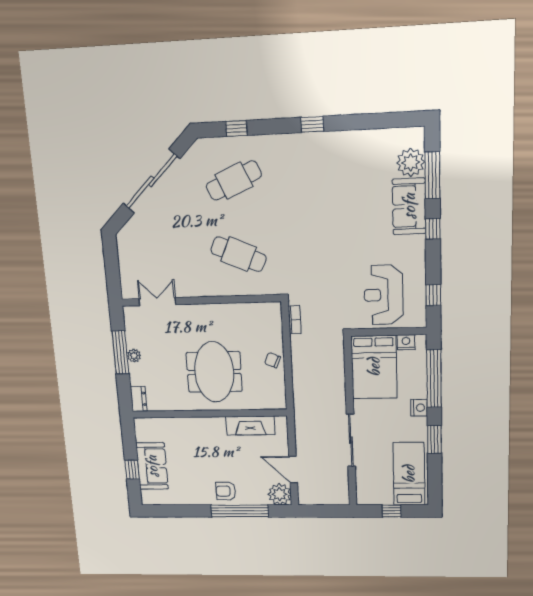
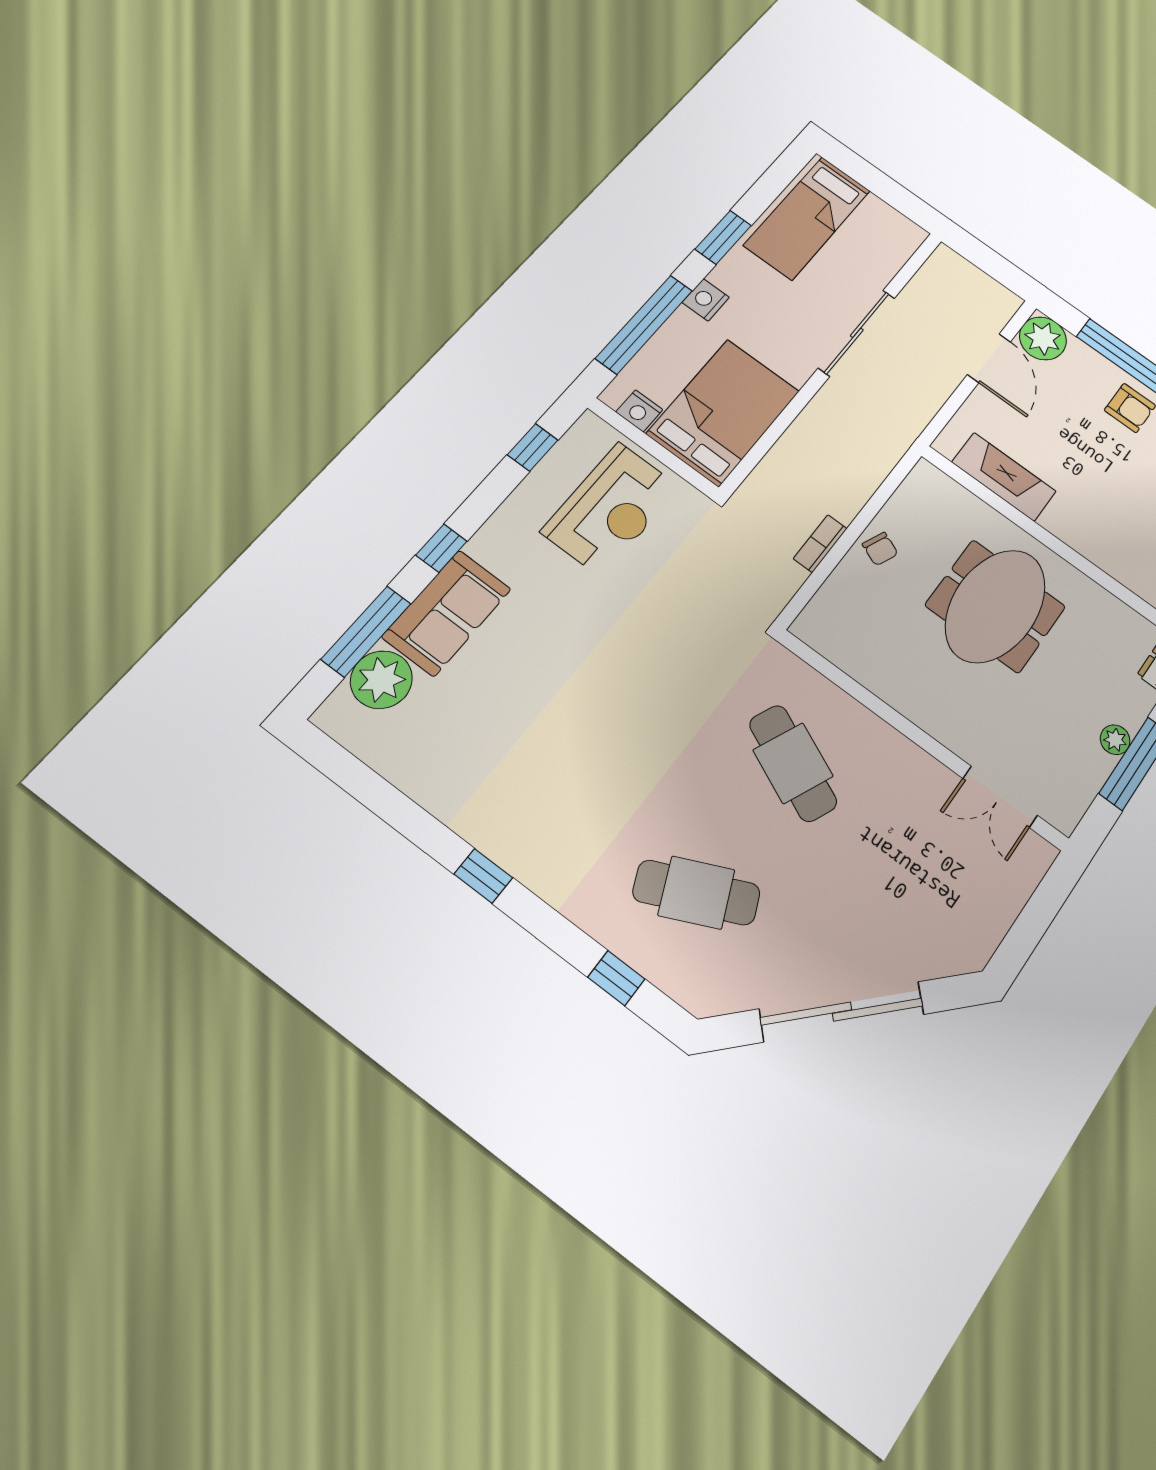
bookcase: (295, 320) -> (820, 544), moved
window: (392, 511) -> (882, 185), removed

